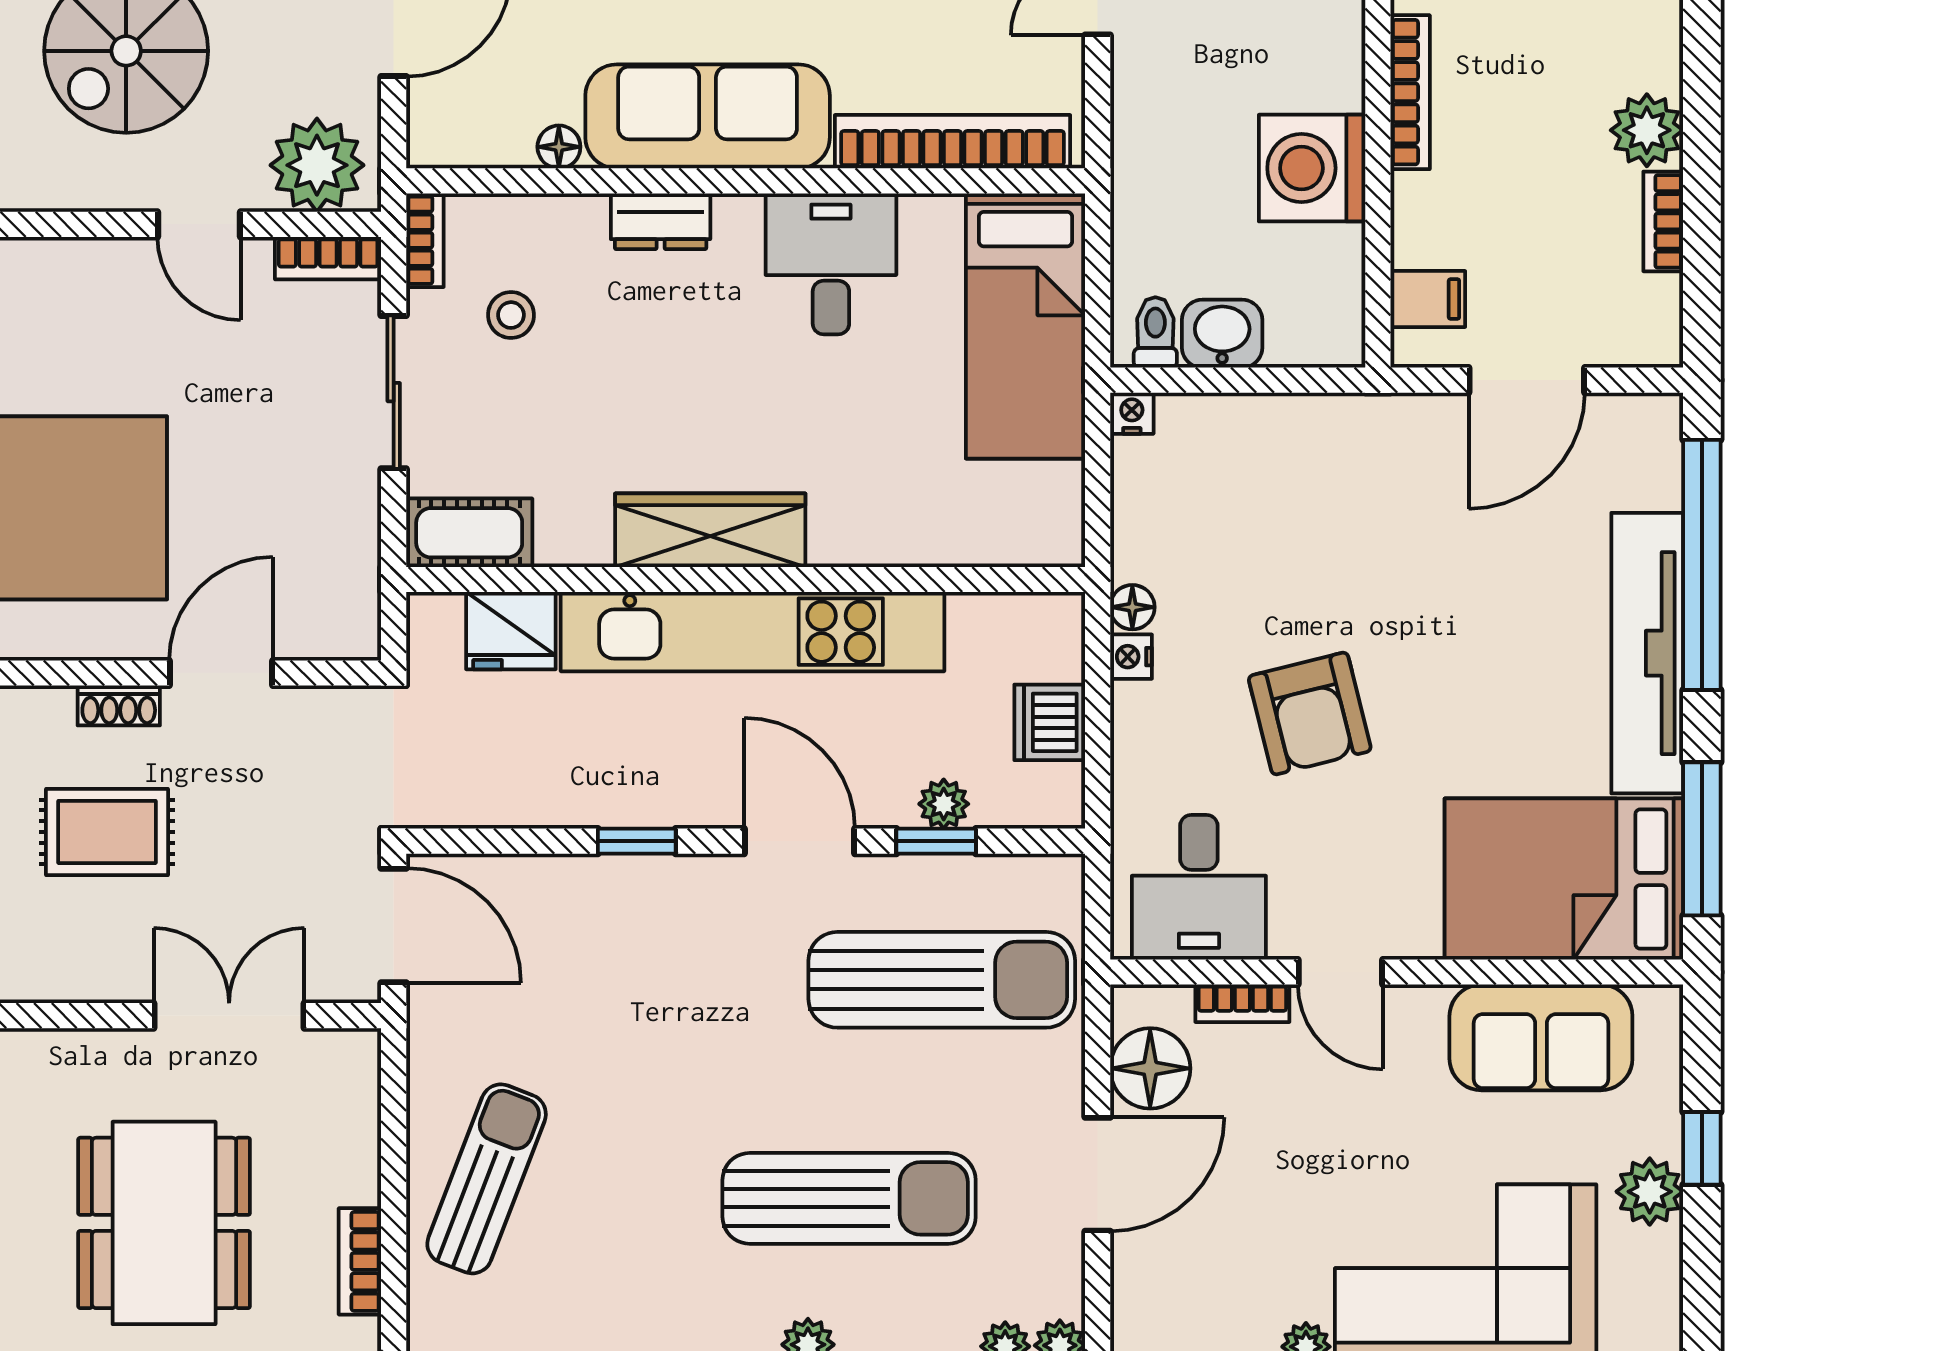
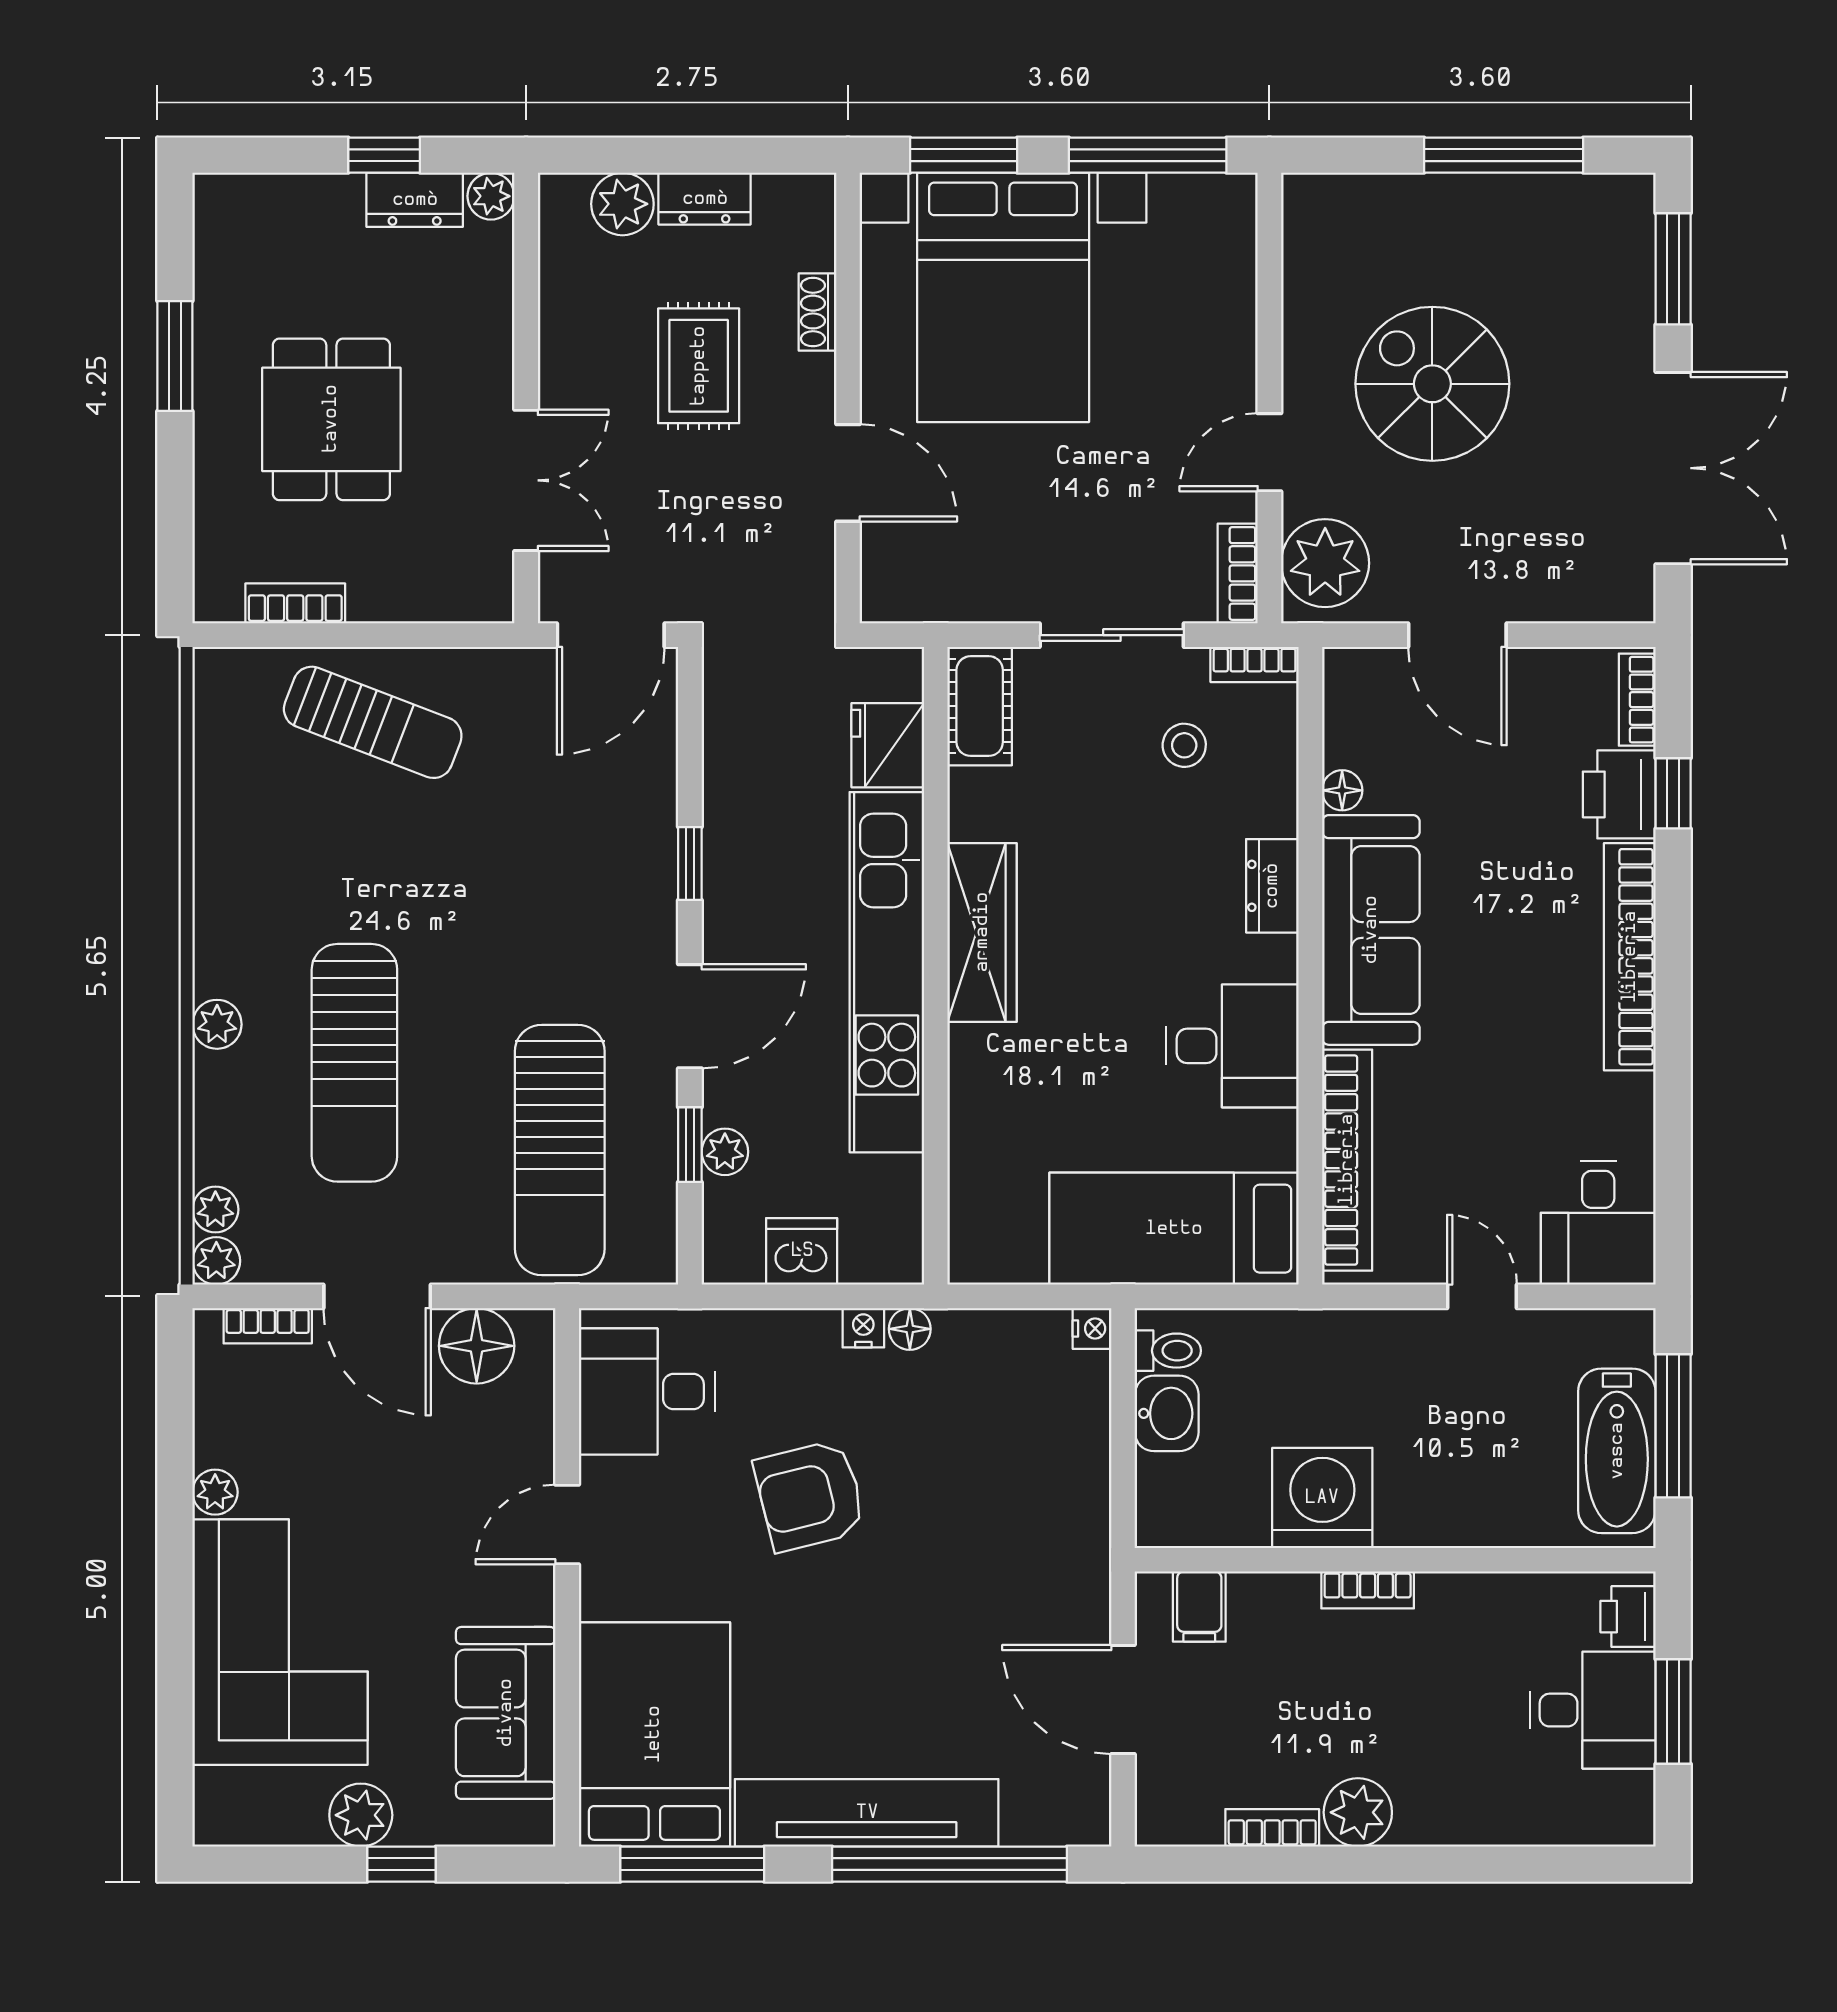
bookcase: (1410, 92) -> (1368, 1590), width x0.64
shoe rack: (119, 705) -> (817, 312), moved
bookcase: (1242, 1003) -> (268, 1326), moved, turned -90
dining table: (164, 1223) -> (331, 419), width x0.73

